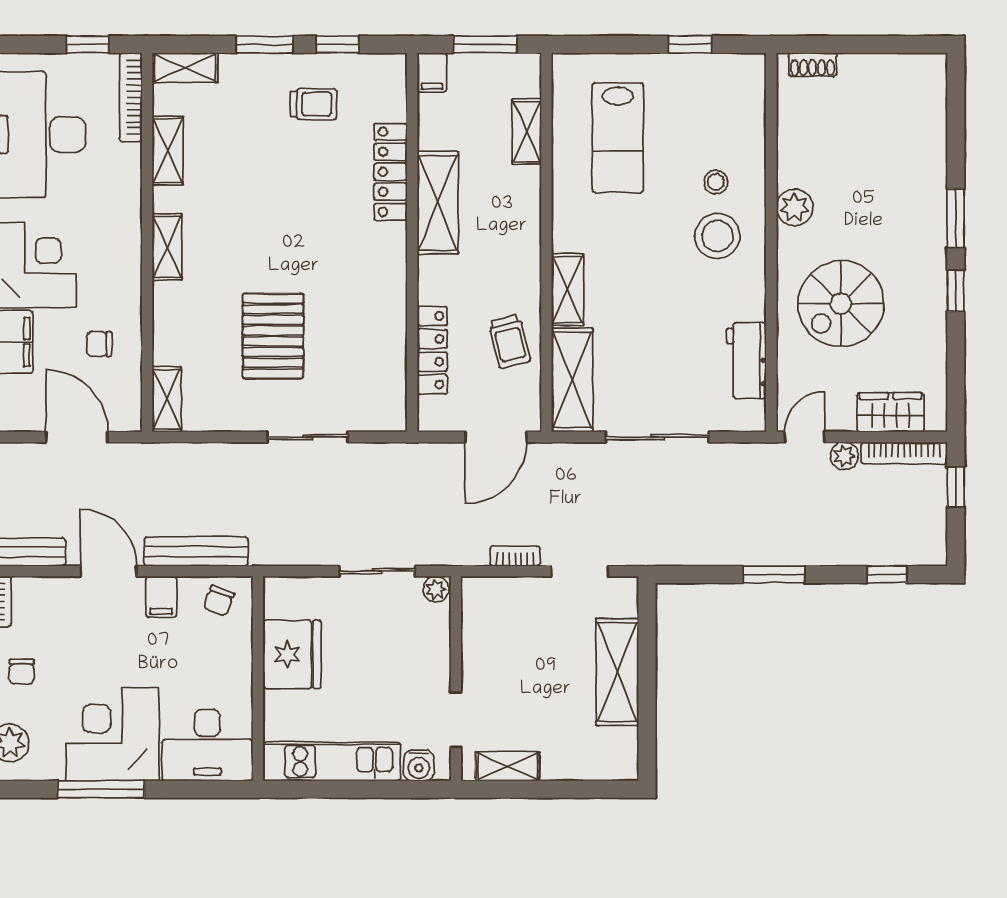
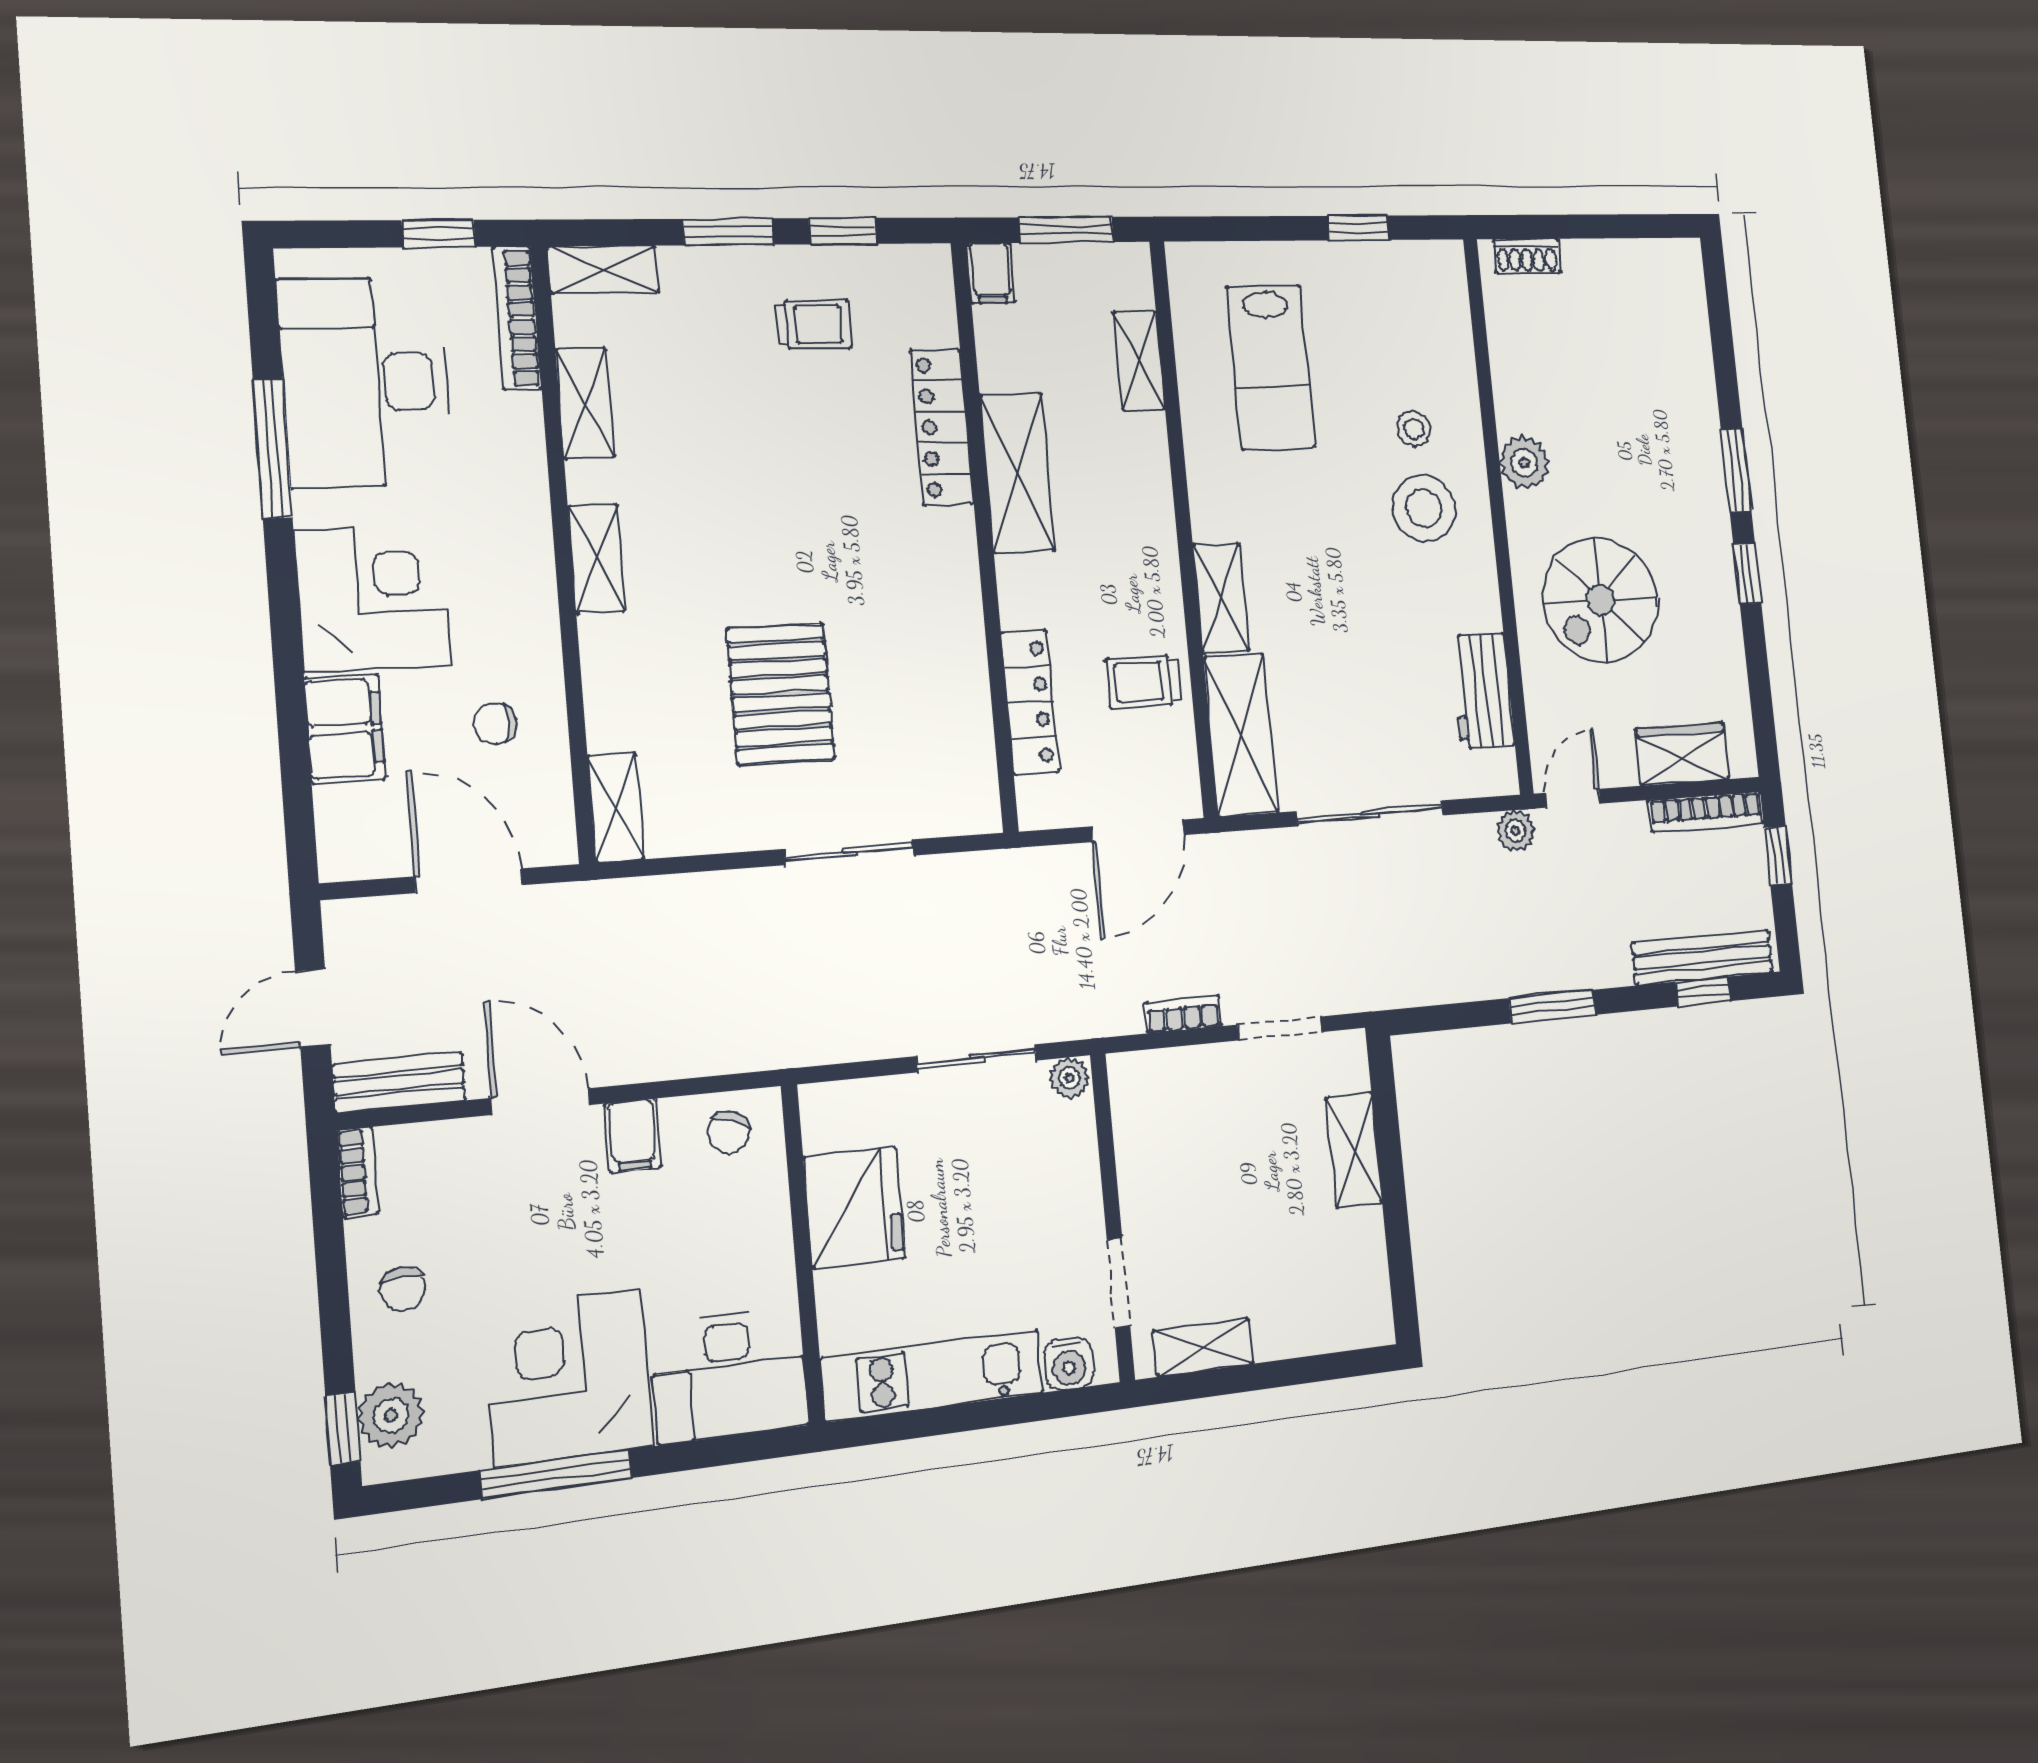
trolley: (509, 341) -> (1144, 682), turned 104
plant: (844, 456) -> (1516, 831), moved
bench: (196, 552) -> (1702, 957), moved
shelving: (617, 672) -> (1354, 1150), width x0.67, depth x0.75

